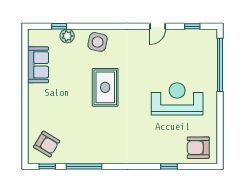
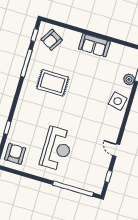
sofa: (38, 65) -> (94, 45), moved
rug: (105, 87) -> (53, 83), moved

